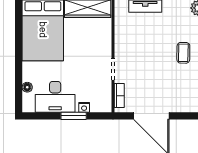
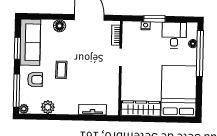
window: (19, 76) -> (200, 54), added
desk: (55, 97) -> (174, 35), width x0.73
floor lamp: (187, 105) -> (60, 26), added

